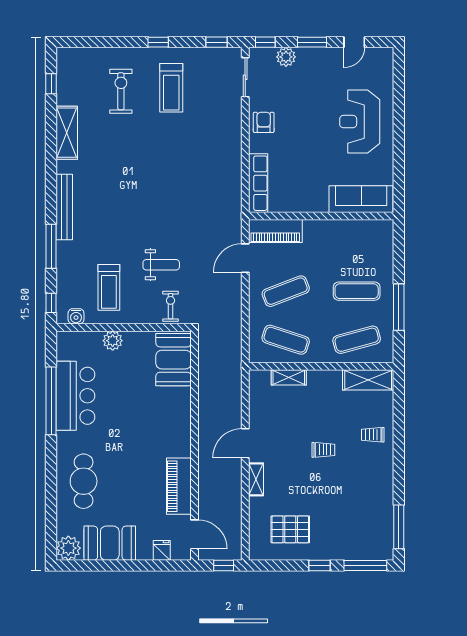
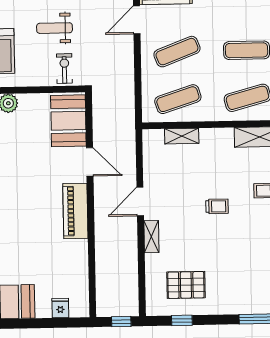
weight bench: (161, 265) -> (54, 28), turned 180
exercise mat: (286, 340) -> (178, 99), turned -36
piano: (179, 486) -> (75, 211), moved
door: (195, 534) -> (90, 162), moved
window: (320, 565) -> (182, 320), moved

